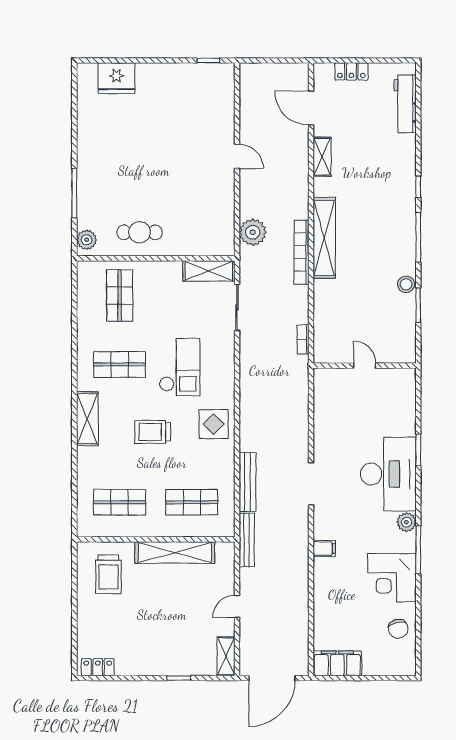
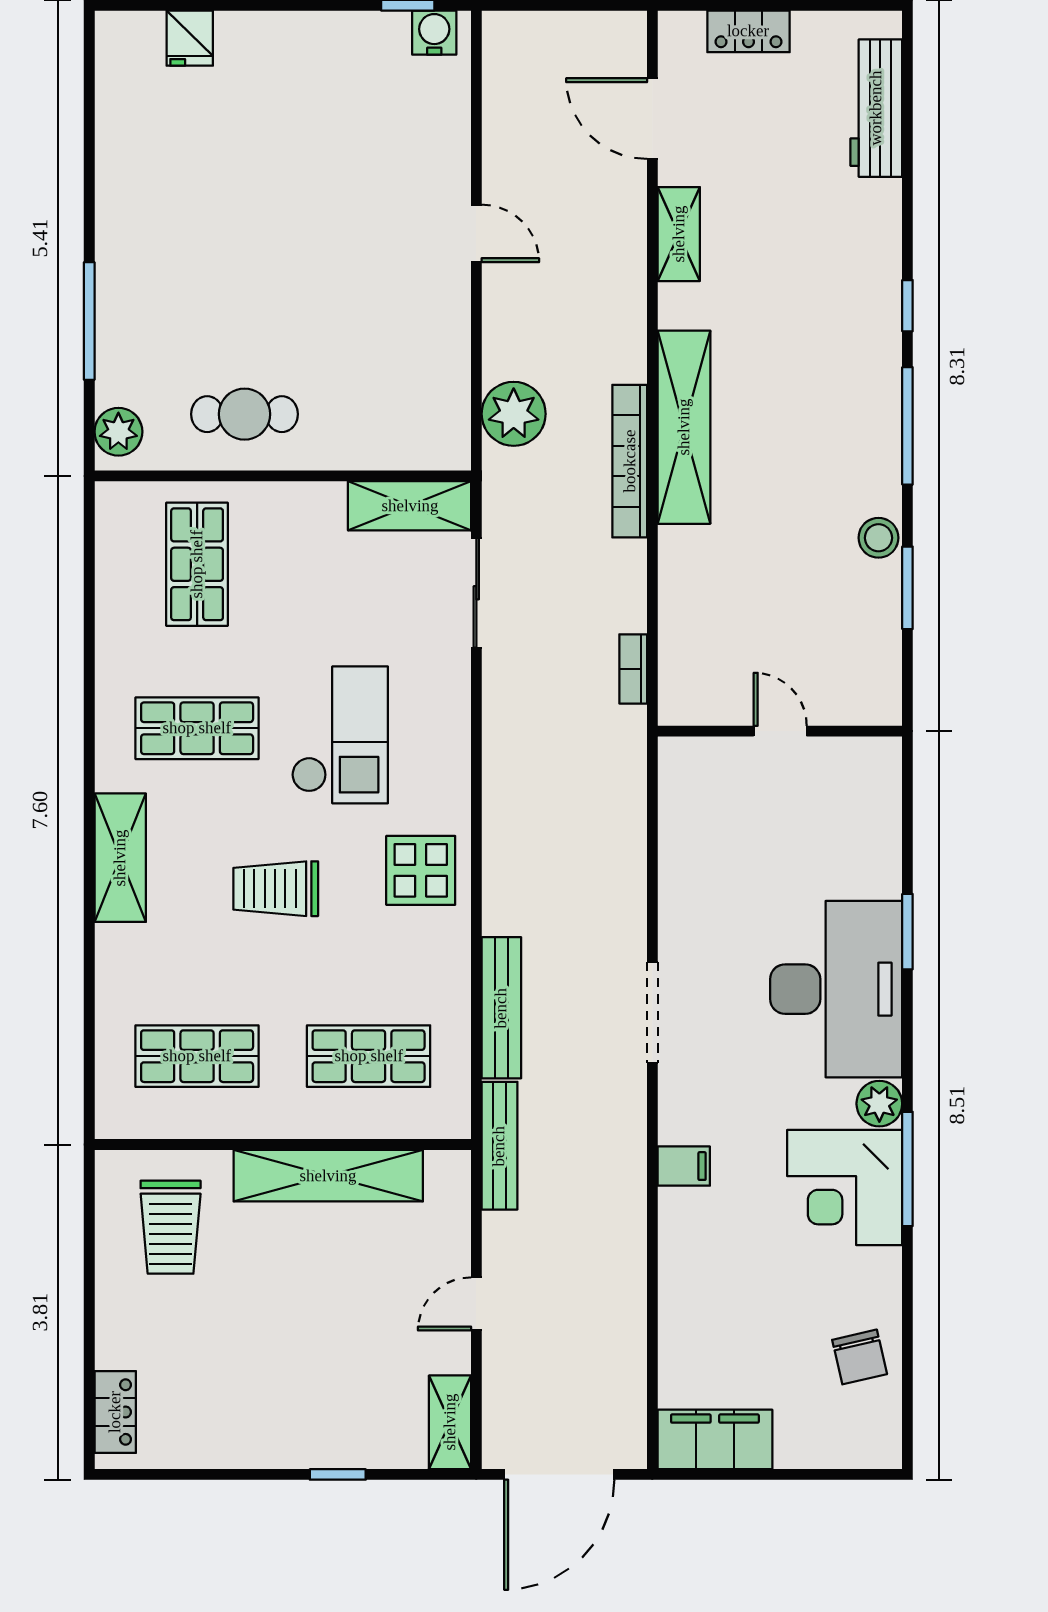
water cooler: (219, 72) -> (434, 33), added
fridge: (117, 78) -> (190, 38), width x0.53, depth x0.75
corner desk: (392, 578) -> (845, 1188), moved
locker: (98, 667) -> (115, 1412), moved, turned 90

